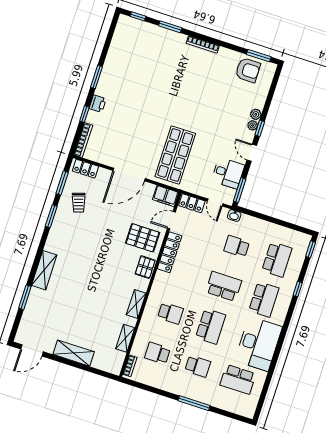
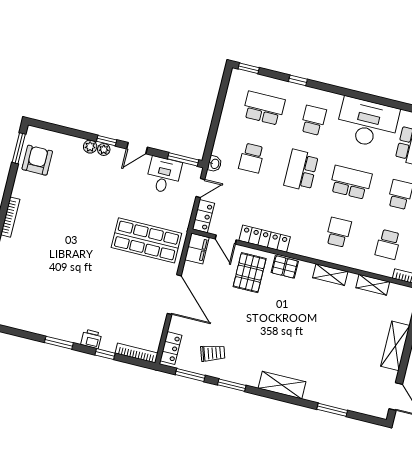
shelving: (44, 270) -> (282, 385), moved
school desk: (264, 299) -> (313, 120), width x0.54

